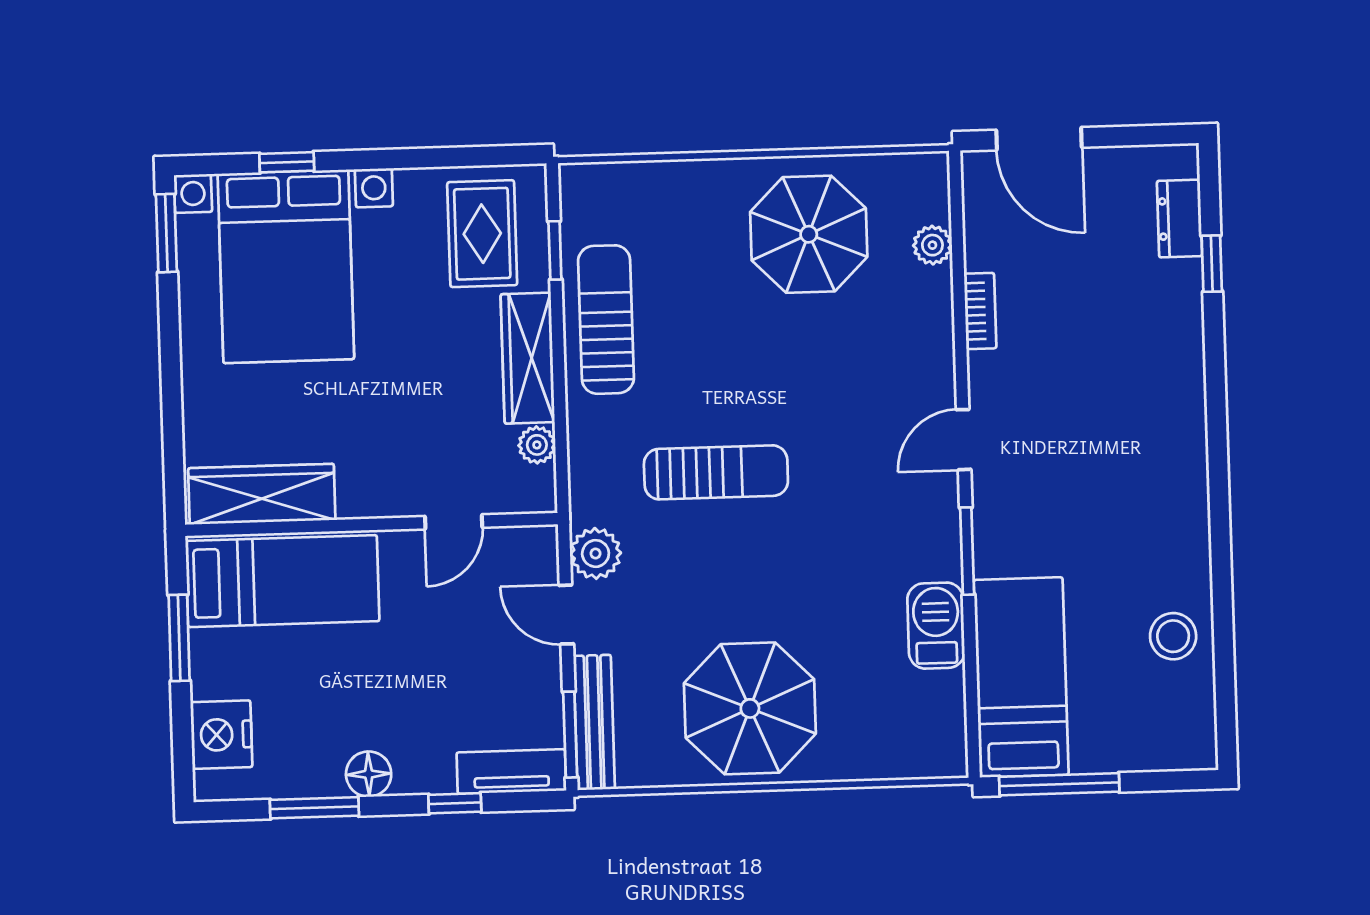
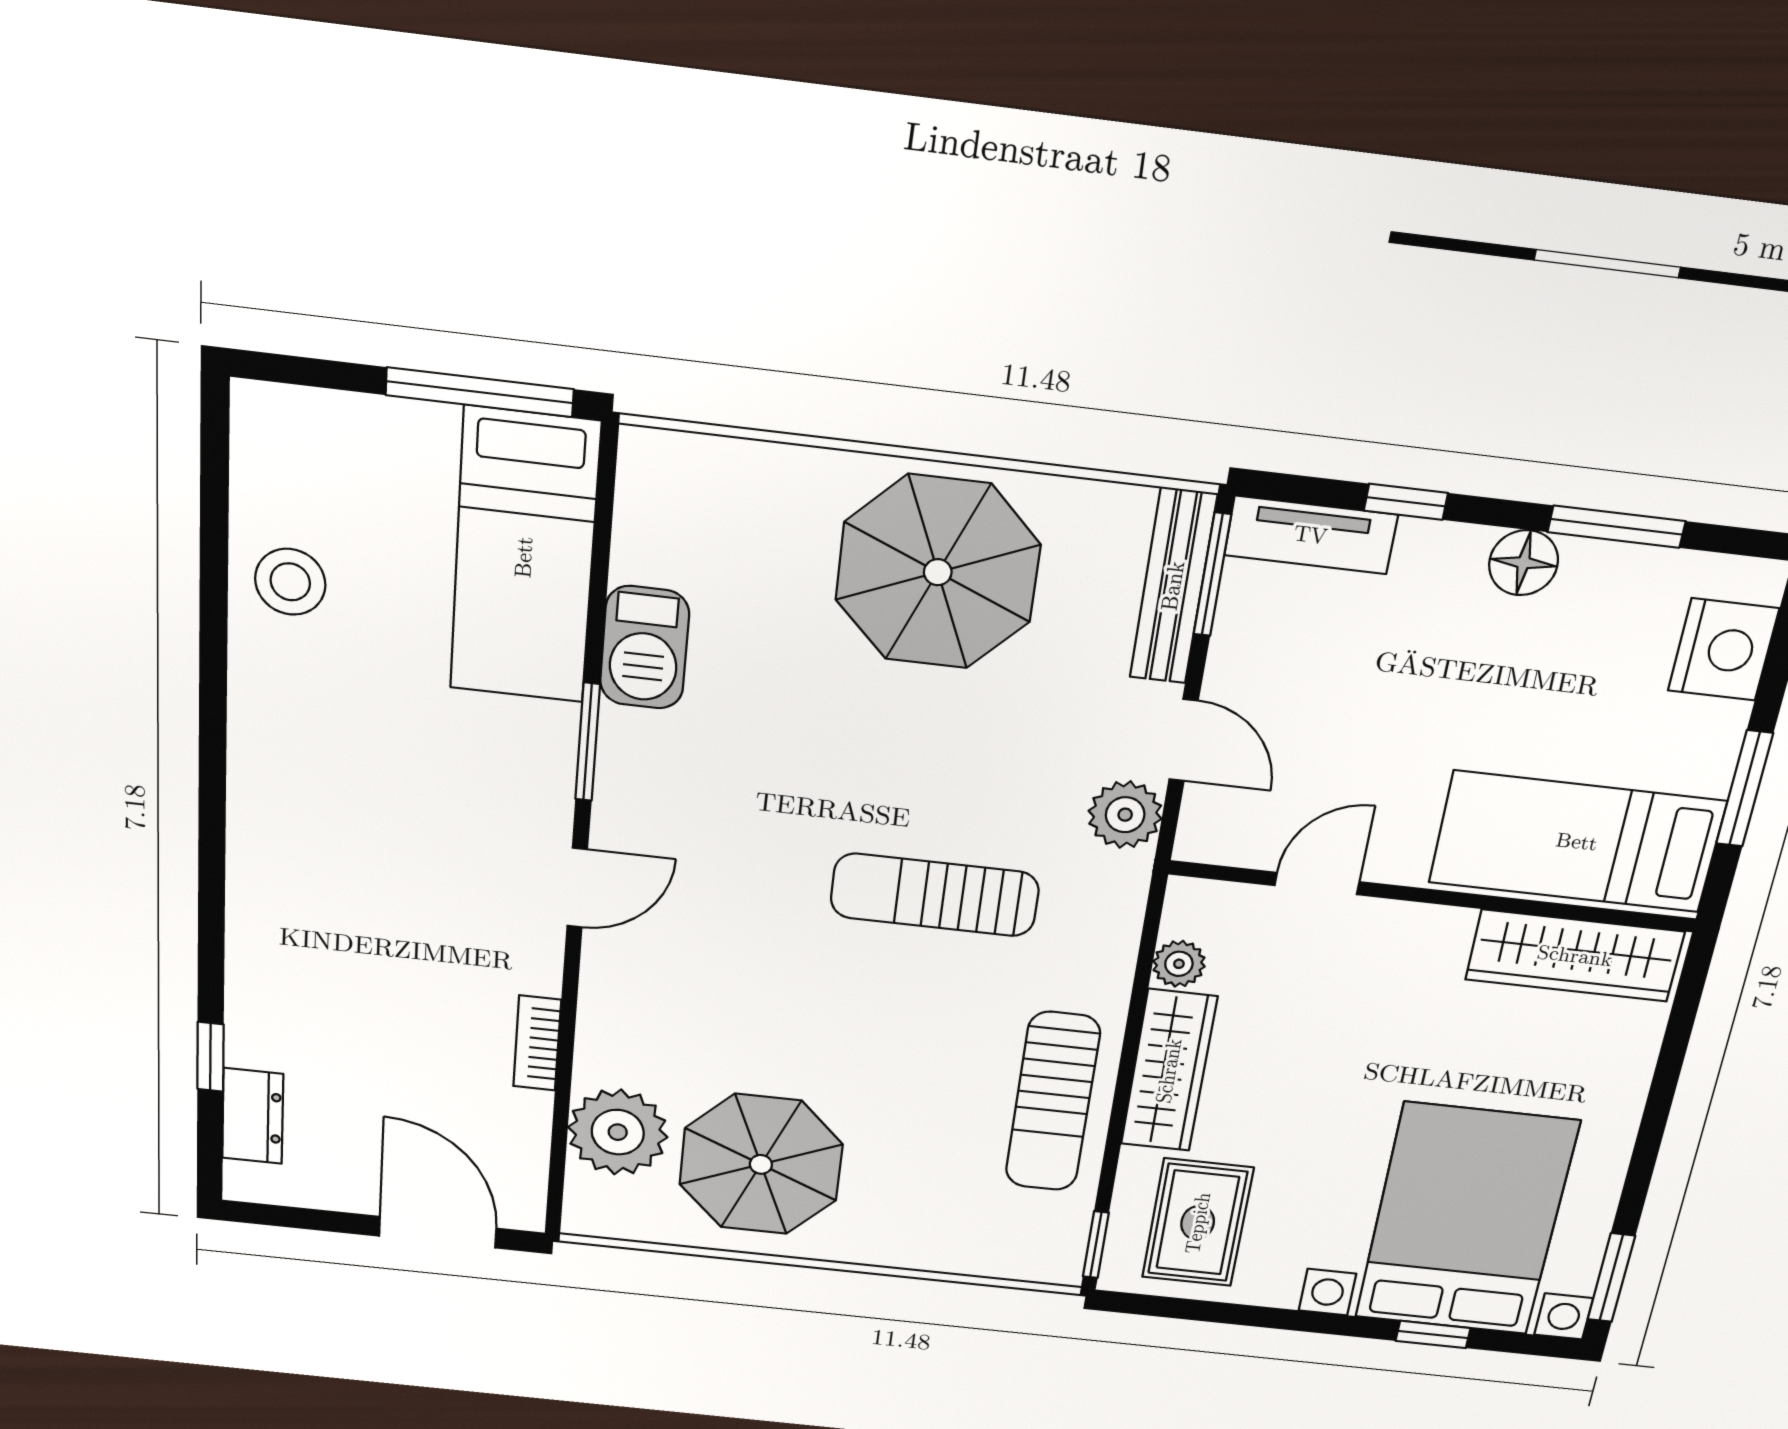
plant: (932, 245) -> (618, 1132), width x1.87, depth x1.87
window: (555, 250) -> (1096, 1245), moved

